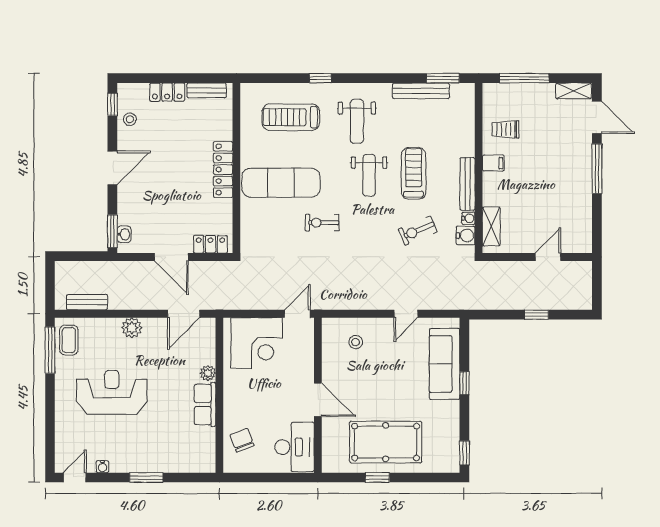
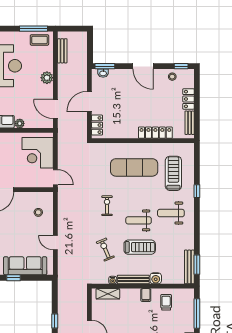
bench: (421, 91) -> (189, 267), moved
locker: (223, 169) -> (155, 133), moved
exercise mat: (281, 183) -> (134, 167), turned 90
exercise bike: (322, 223) -> (107, 206), moved
water cooler: (466, 236) -> (156, 278), moved

